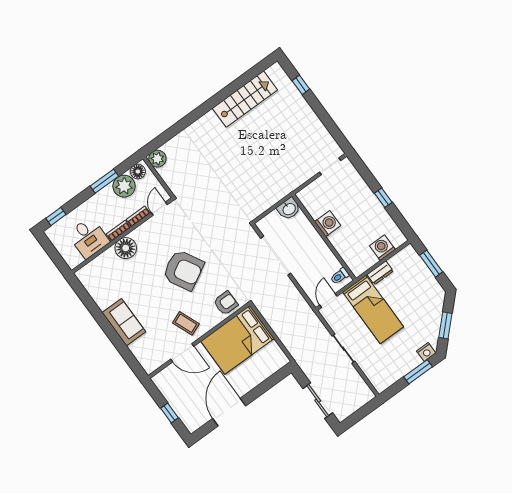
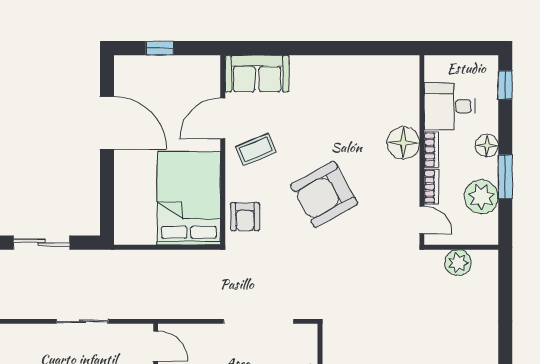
plant: (157, 159) -> (458, 263), moved
floor lamp: (138, 172) -> (487, 146), moved
sofa: (124, 322) -> (257, 74), moved

